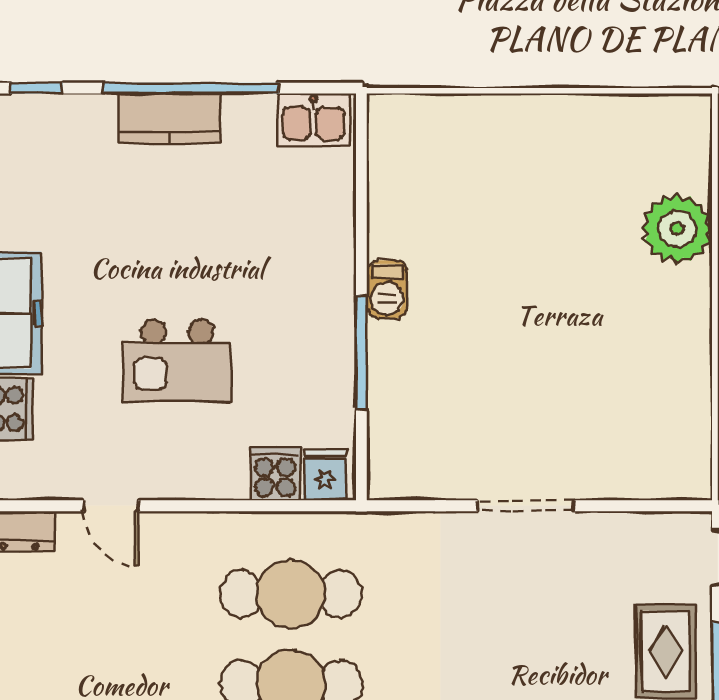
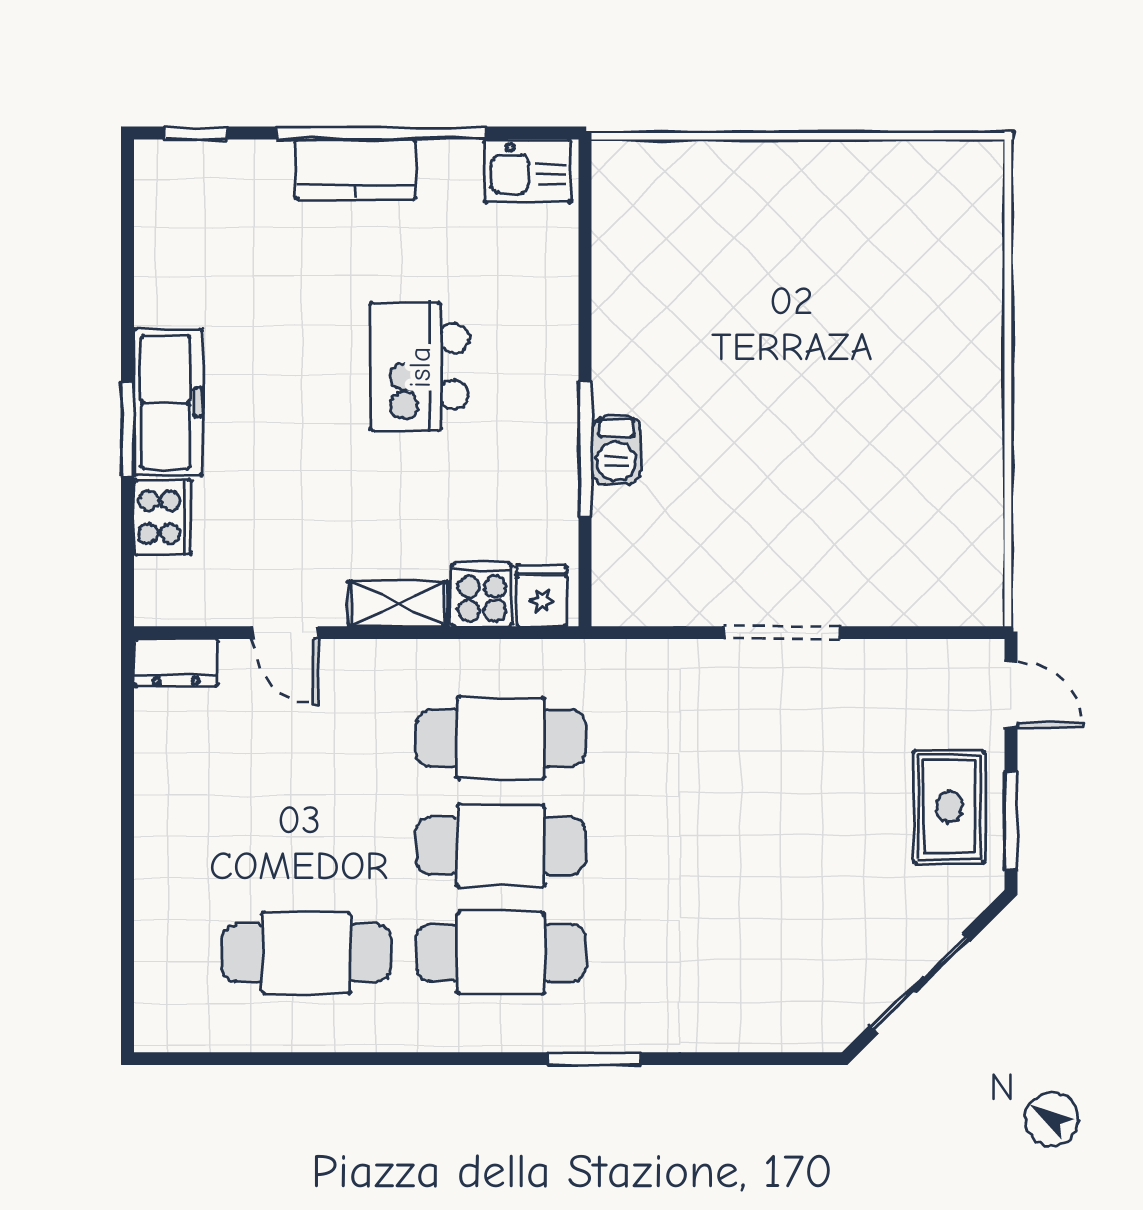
plant: (677, 229) -> (963, 301), removed
barbecue: (387, 289) -> (616, 450), moved
kitchen island: (177, 361) -> (420, 367), moved, turned 90
shelving: (205, 482) -> (398, 604), added

